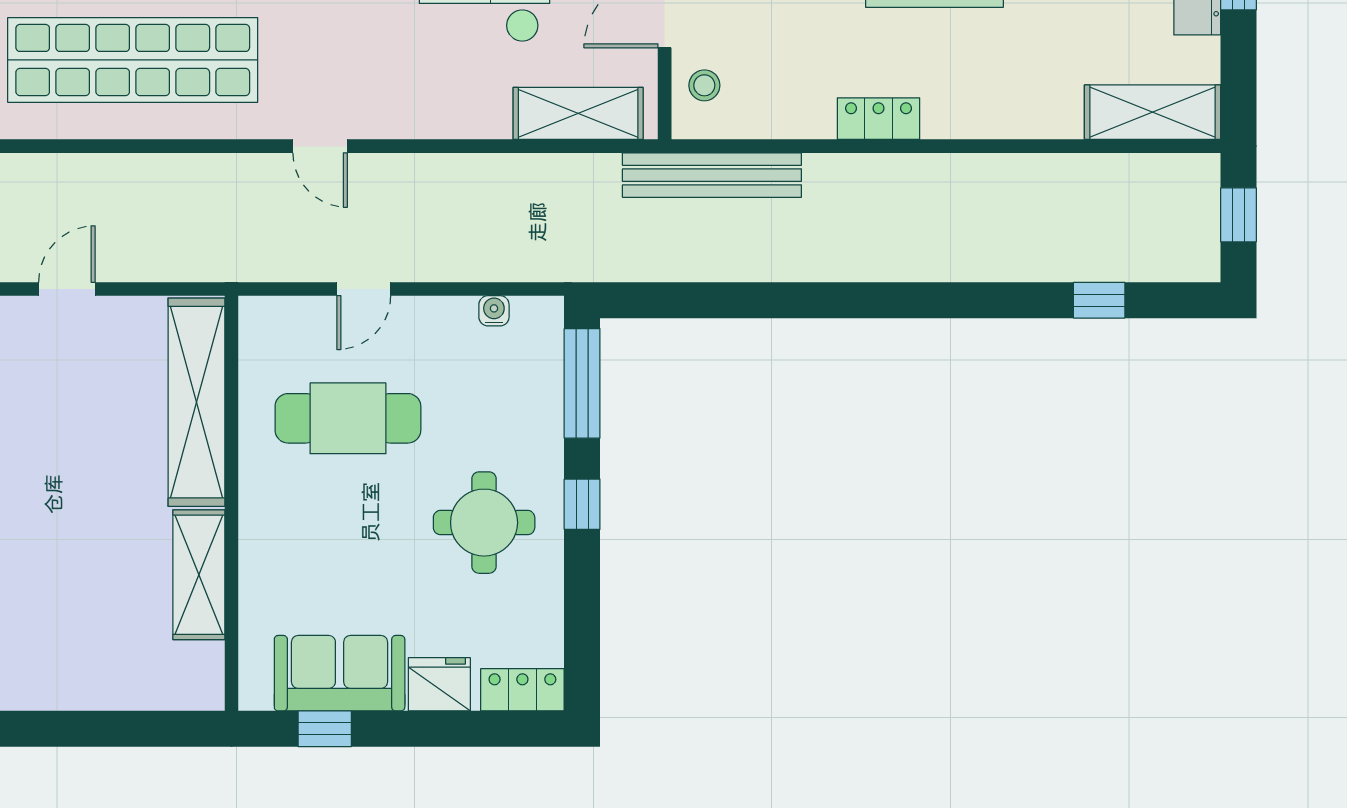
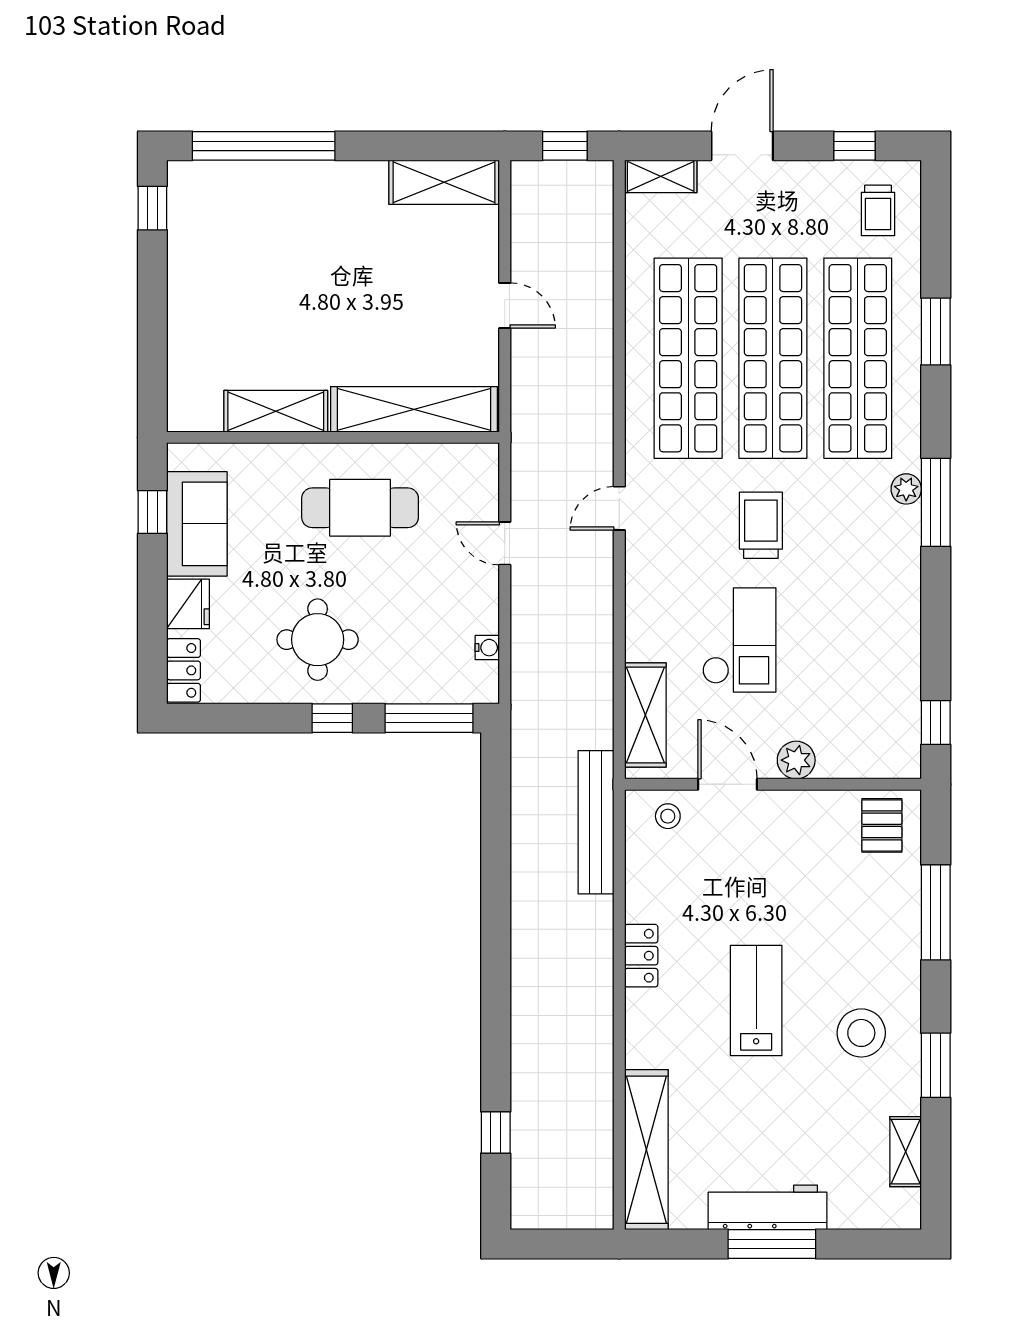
shelving: (1153, 112) -> (646, 1150), width x1.47
window: (1238, 215) -> (564, 1244), removed
cafe table: (348, 418) -> (360, 508), moved, turned 90

